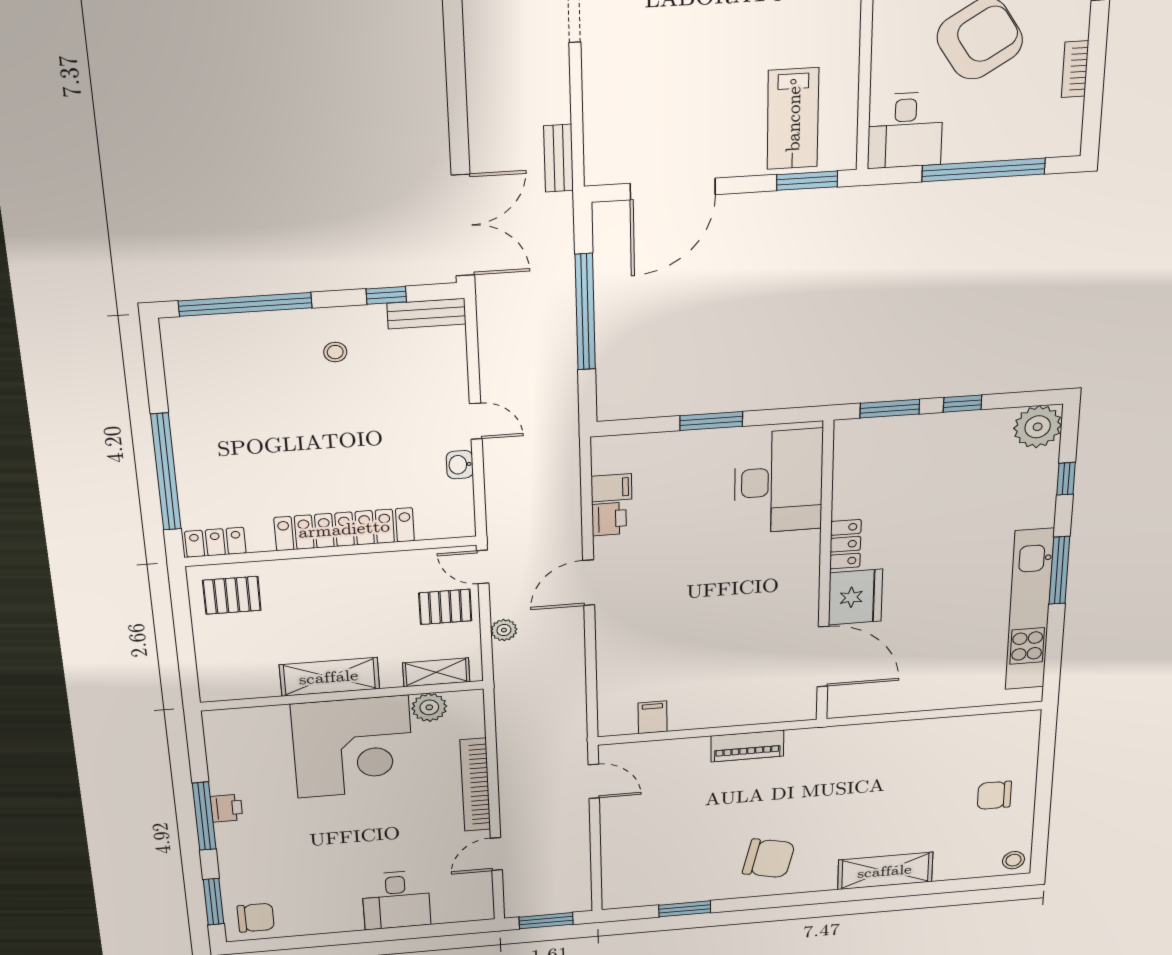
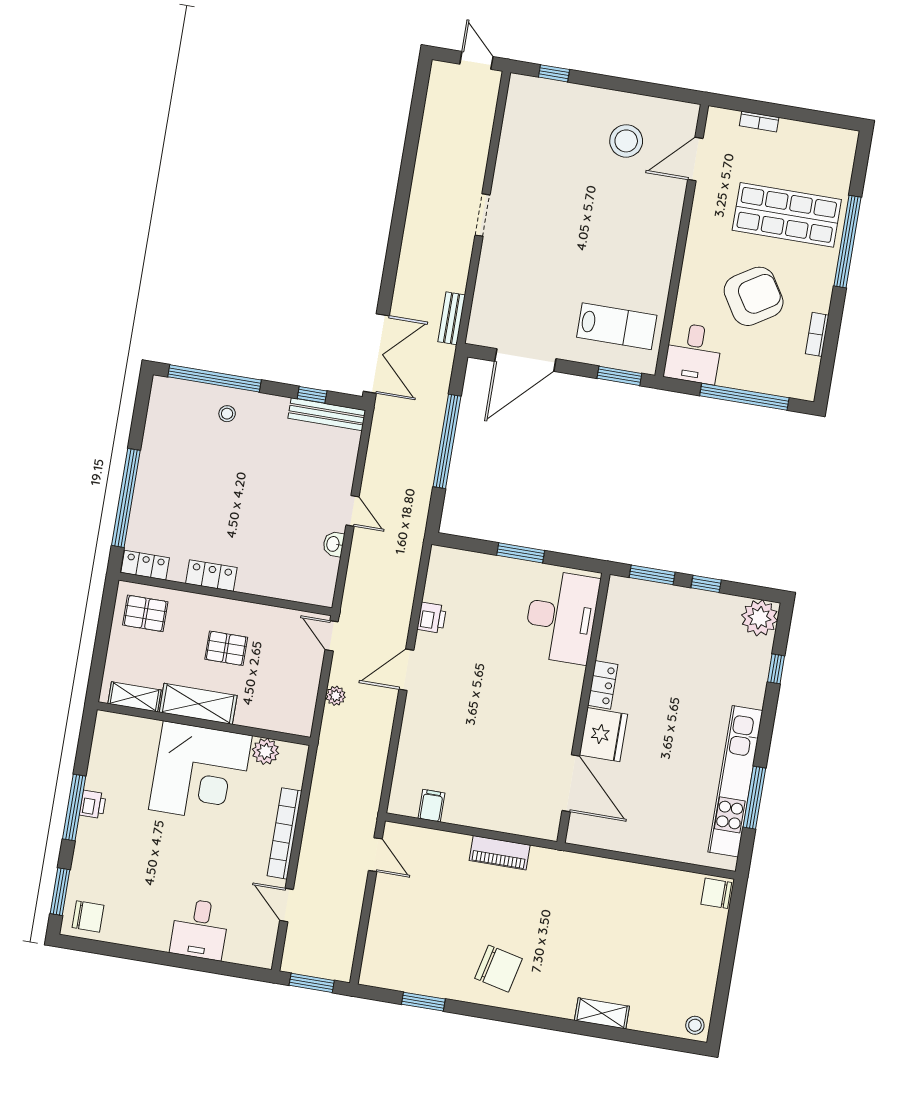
lab bench: (793, 119) -> (617, 326), turned -90
bench: (427, 314) -> (327, 414), width x1.36
stool: (335, 352) -> (227, 414), moved
filing cabinet: (611, 488) -> (438, 591), removed
locker: (344, 529) -> (211, 575), width x0.46, depth x0.83
window: (1059, 570) -> (754, 798), moved
pallet: (445, 607) -> (226, 648), moved
shelving: (436, 672) -> (135, 697), moved
chair: (994, 795) -> (716, 893), moved
door: (496, 854) -> (287, 905), hinge flipped
shelving: (885, 871) -> (602, 1013), width x0.67, depth x0.75

